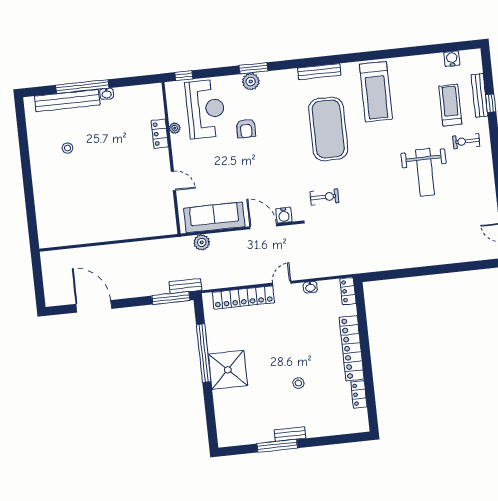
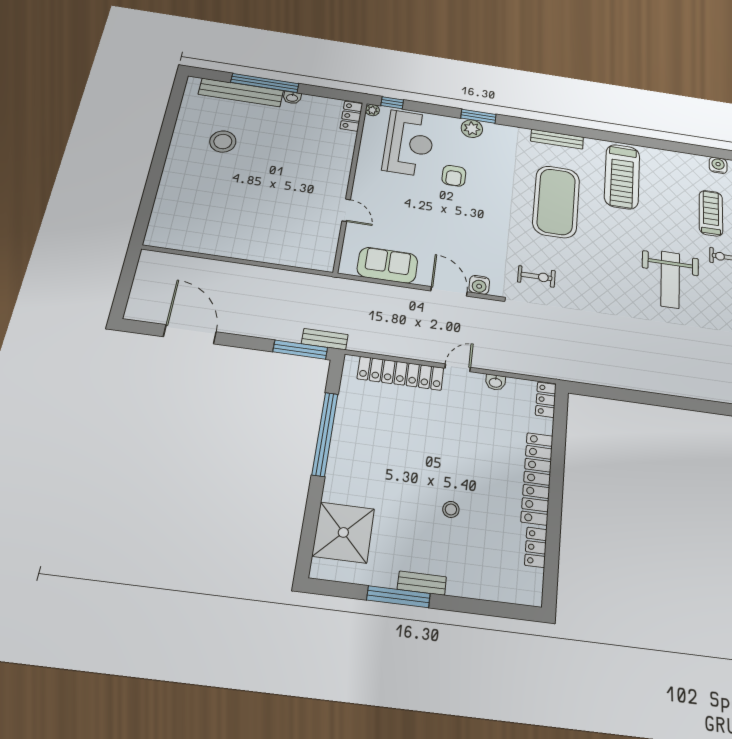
plant: (175, 128) -> (372, 110), moved
locker: (160, 134) -> (351, 116), moved
stool: (67, 148) -> (223, 142), width x1.89, depth x1.89
sofa: (214, 217) -> (387, 265), width x0.73
plant: (202, 242) -> (362, 291), removed
shower: (228, 370) -> (343, 532), moved

